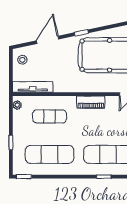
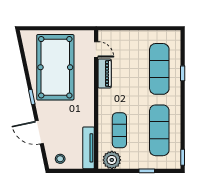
piano: (91, 102) -> (105, 73), moved
plant: (17, 105) -> (112, 160), width x1.88, depth x1.88

